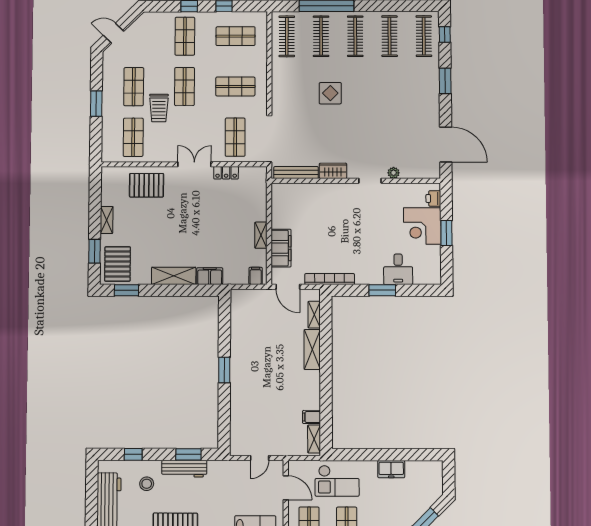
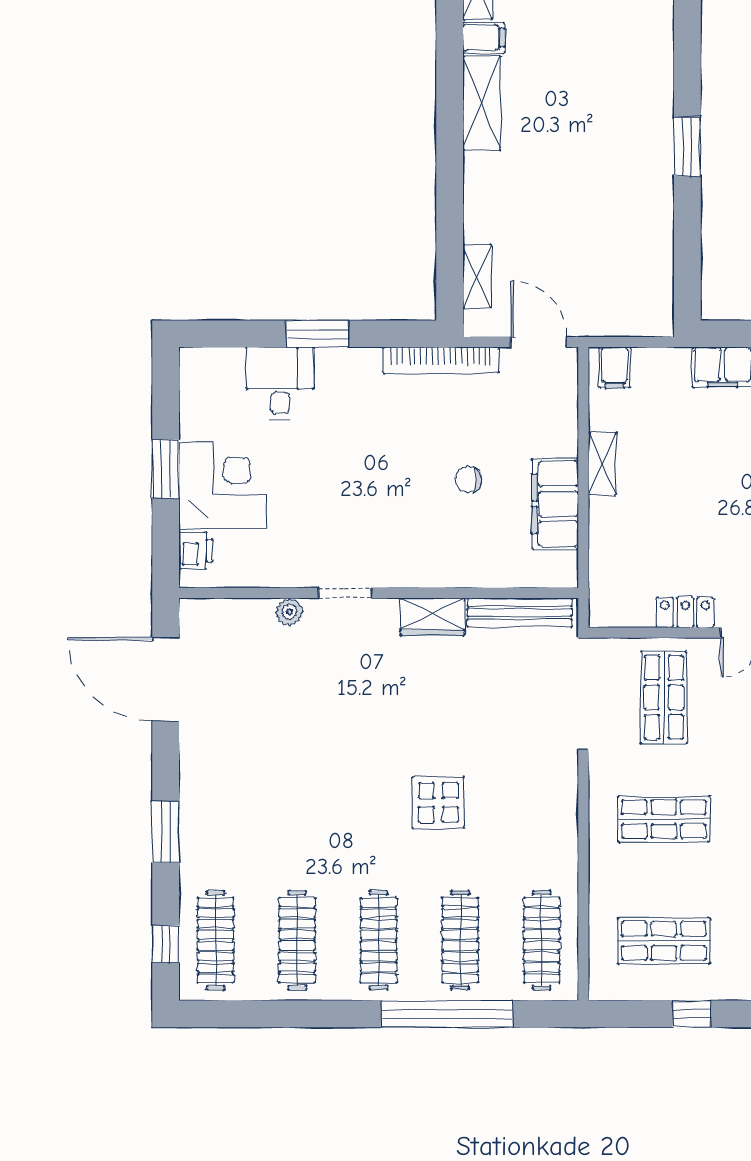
chair: (318, 229) -> (468, 479), added
filing cabinet: (281, 248) -> (555, 504), moved
shelving: (312, 350) -> (482, 103), moved

